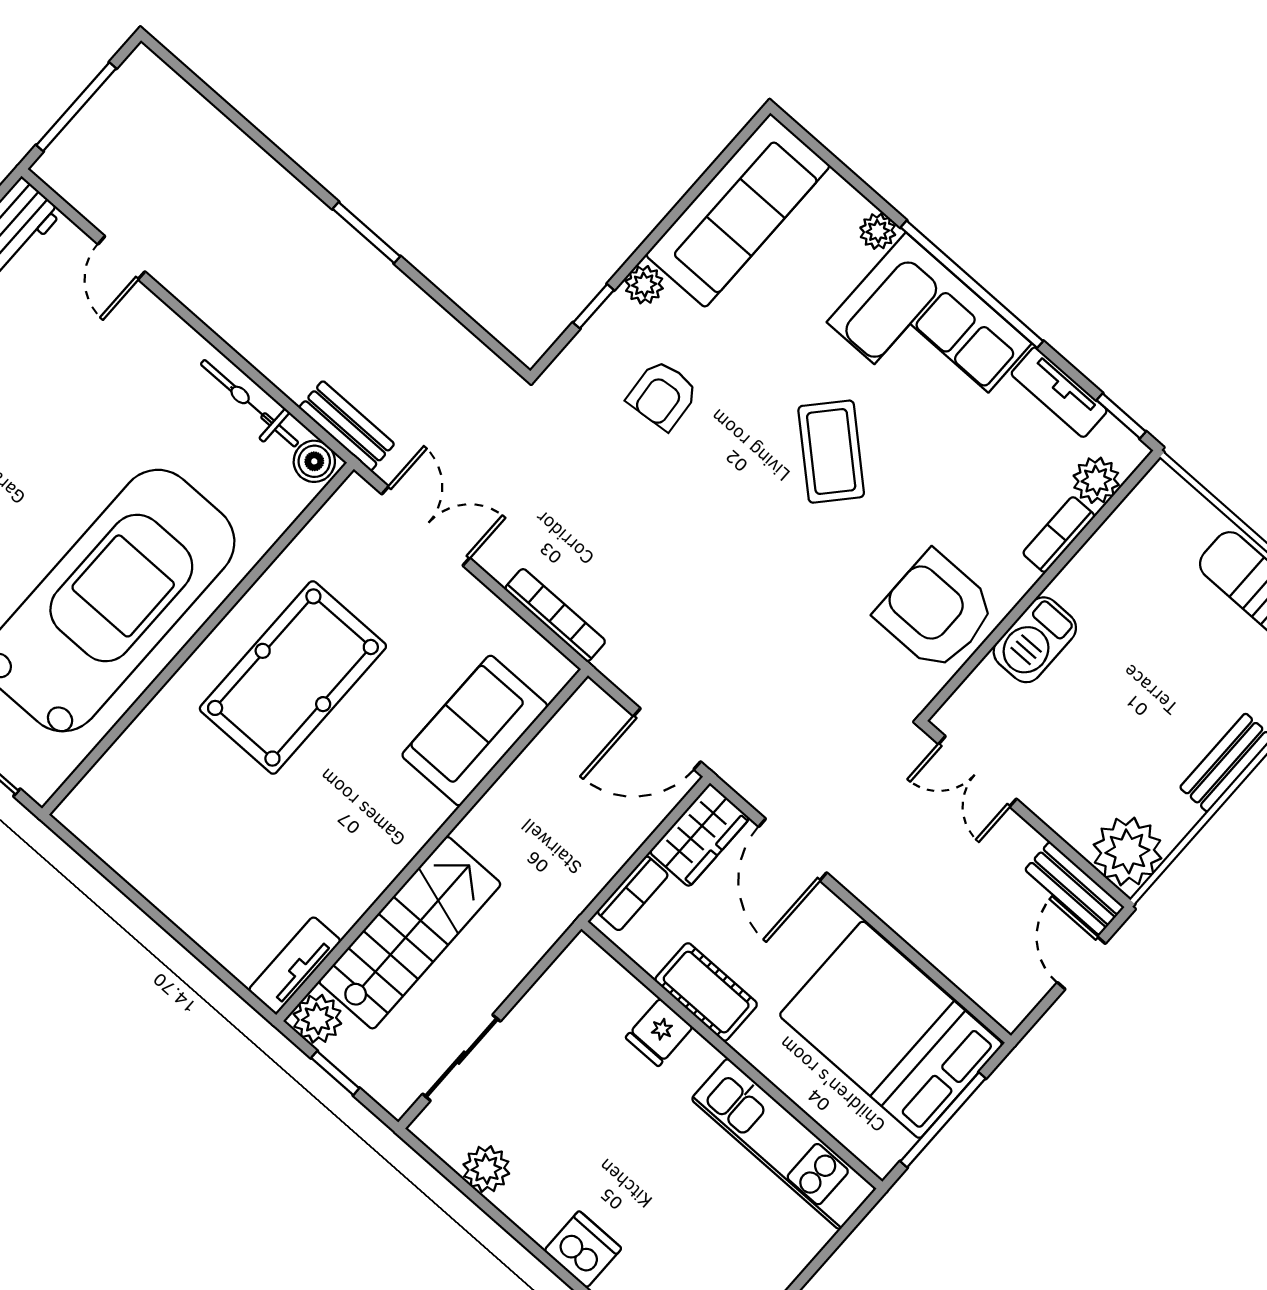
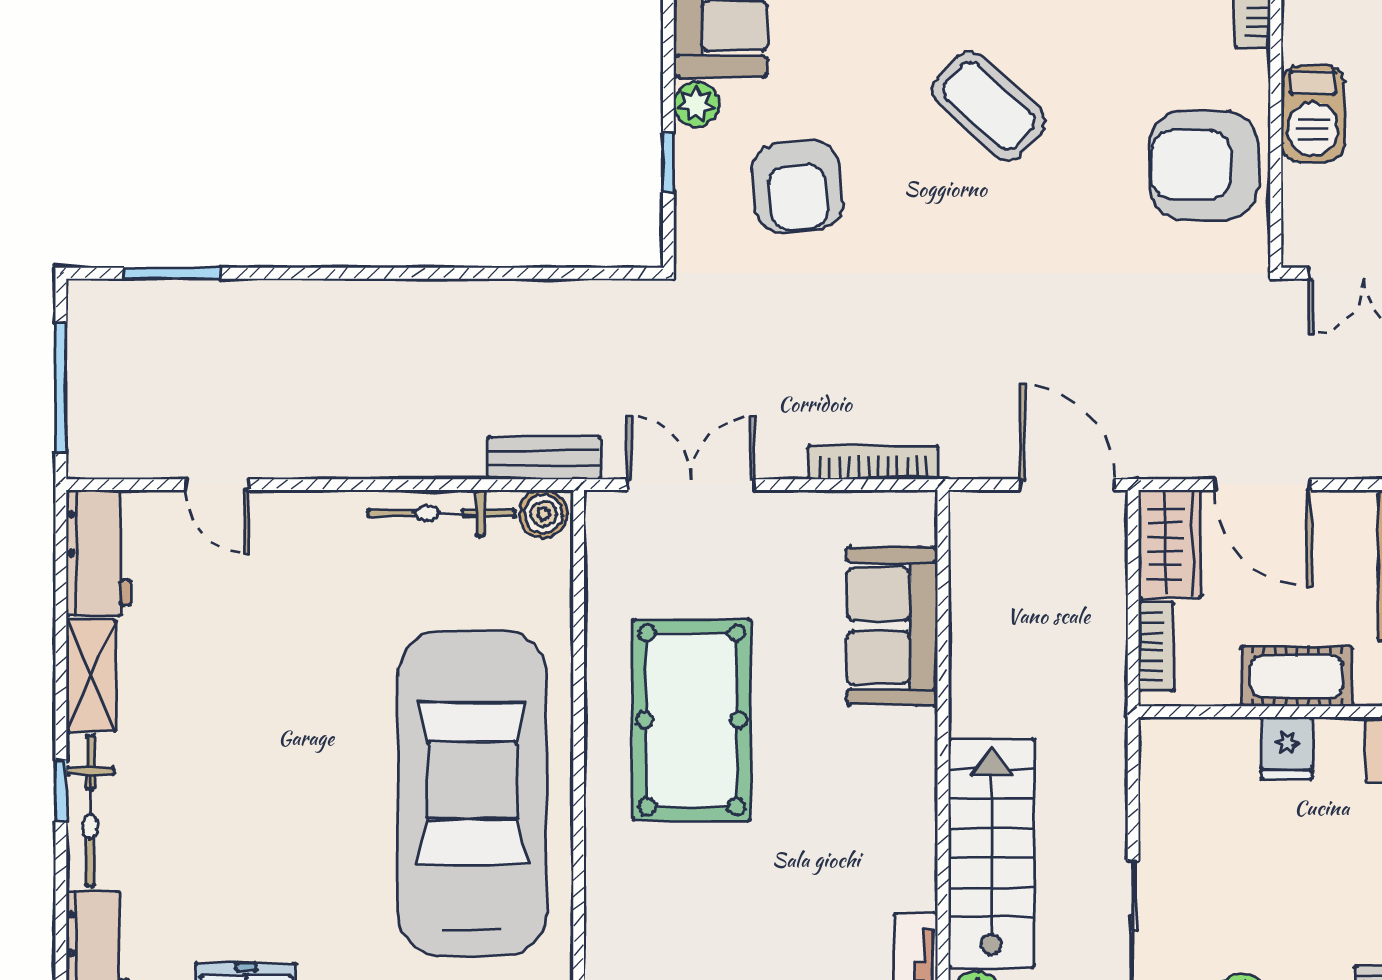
window: (366, 233) -> (172, 273), moved
armchair: (663, 395) -> (797, 187), width x1.38, depth x1.38
door: (667, 739) -> (1067, 485), swing flipped

